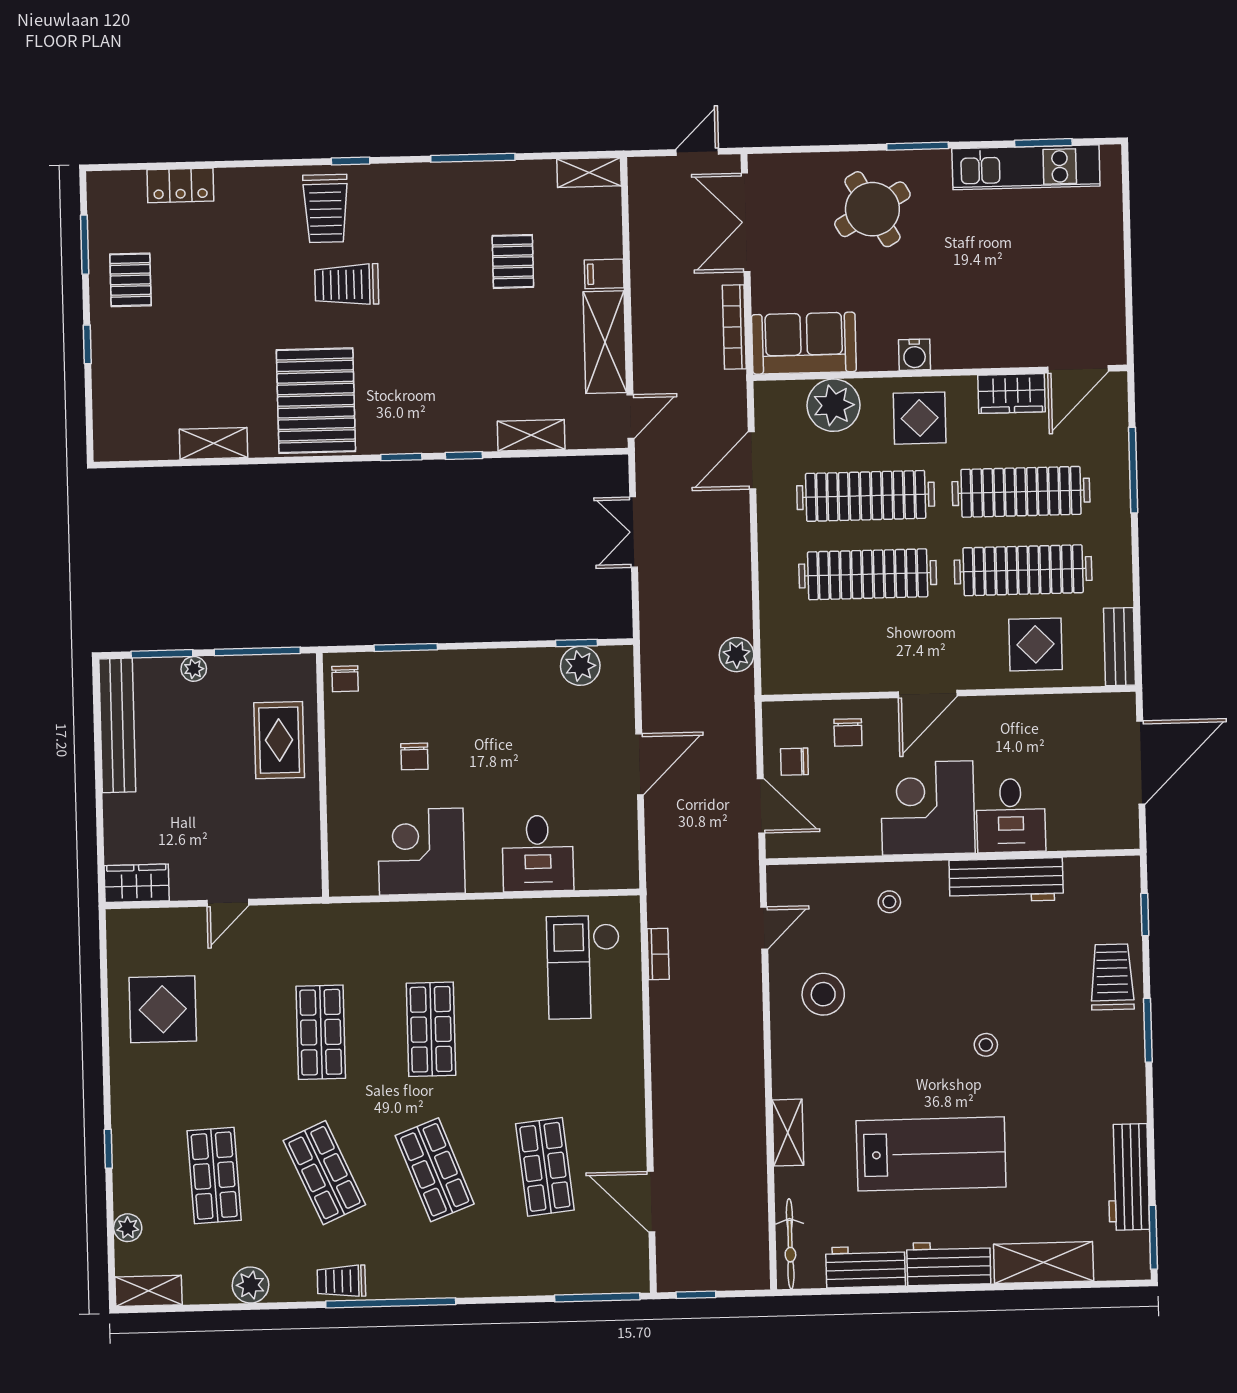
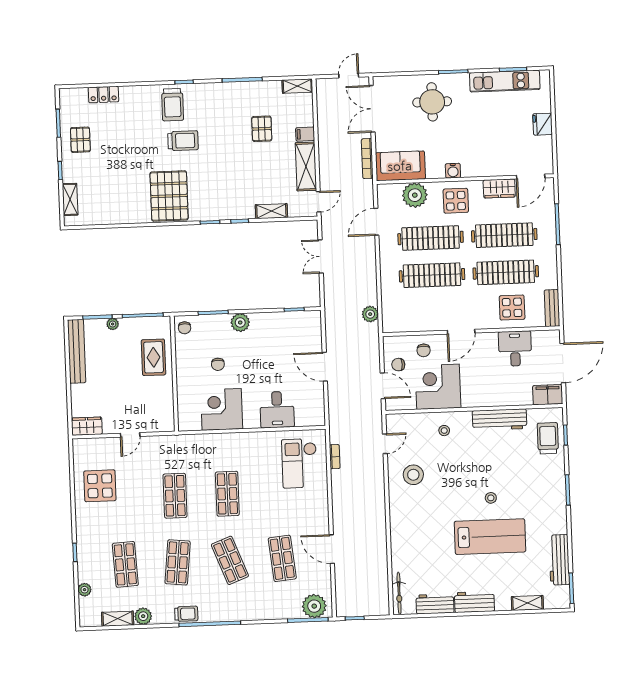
round table: (872, 209) -> (432, 102), turned 30
fridge: (1105, 259) -> (543, 124), added
trolley: (347, 285) -> (183, 141), turned 180
shelving: (213, 443) -> (70, 199), moved, turned 90
plant: (580, 666) -> (240, 322), moved
door: (640, 764) -> (325, 367), swing flipped
corner desk: (928, 808) -> (438, 387), moved
desk: (1011, 815) -> (515, 349), moved, turned 180
filing cabinet: (1108, 829) -> (548, 395), added
trolley: (1112, 977) -> (548, 438), moved
shelving: (788, 1133) -> (397, 541), removed
lab bench: (931, 1154) -> (490, 537), moved
shop shelf: (324, 1173) -> (178, 562), turned 30
door: (651, 1202) -> (332, 549), moved
shelving: (1044, 1263) -> (527, 603), width x0.67, depth x0.75
plant: (611, 1268) -> (314, 606), added
trolley: (341, 1281) -> (186, 614), turned 180
shelving: (149, 1291) -> (118, 619), moved

